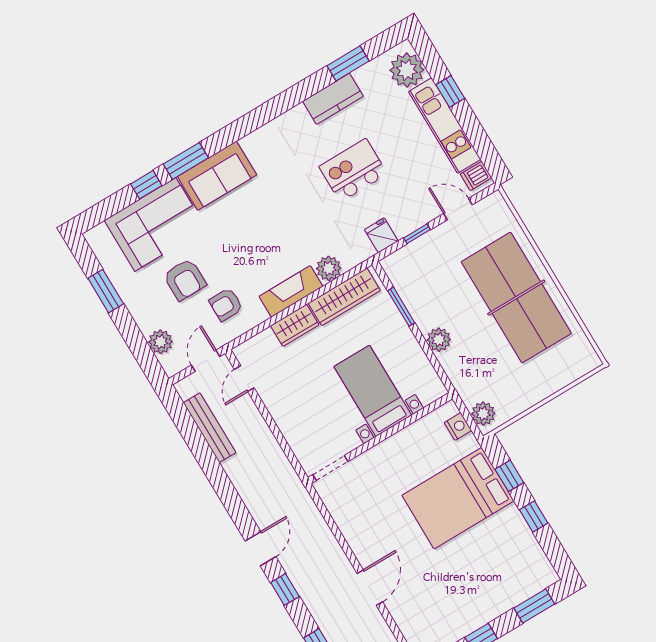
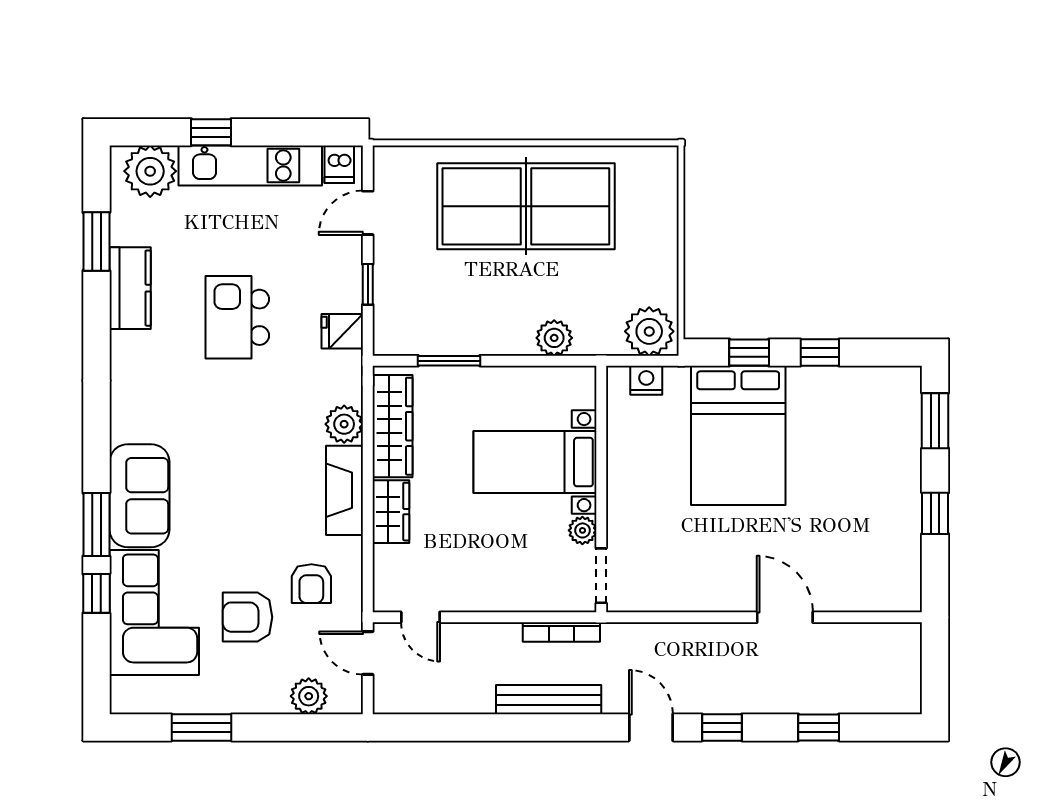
armchair: (185, 279) -> (247, 617), turned 180
plant: (439, 340) -> (554, 338), moved
plant: (483, 414) -> (649, 331), width x1.36, depth x1.36
bench: (209, 428) -> (549, 700), moved
plant: (350, 442) -> (582, 530), added
bookcase: (284, 465) -> (561, 632), added

